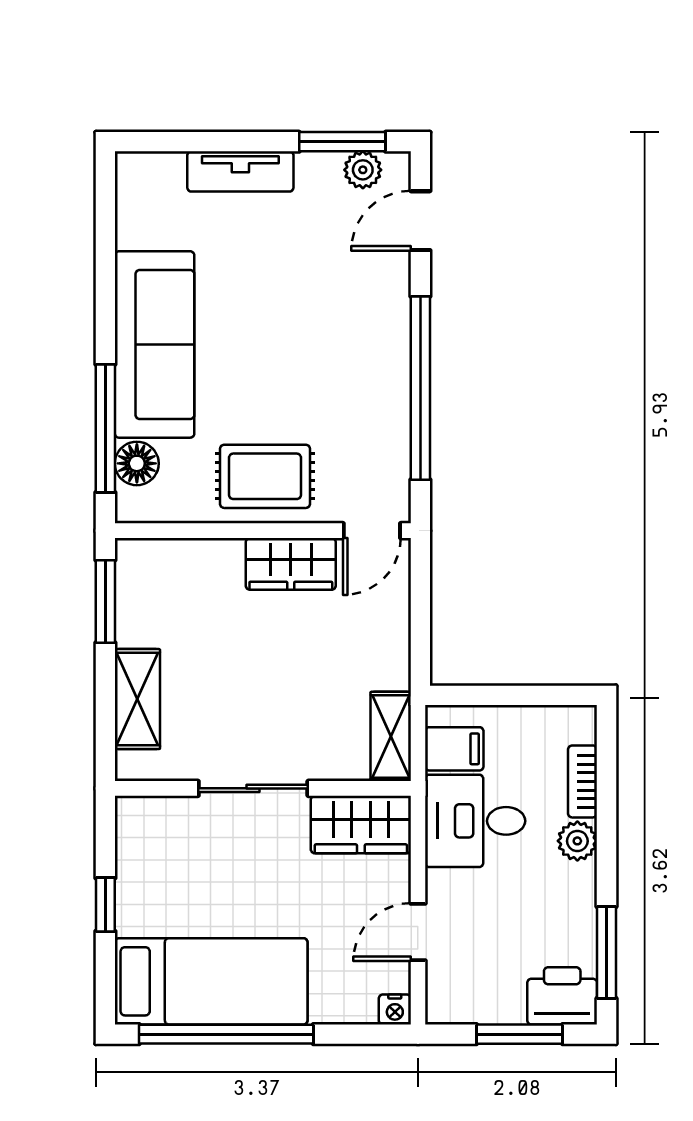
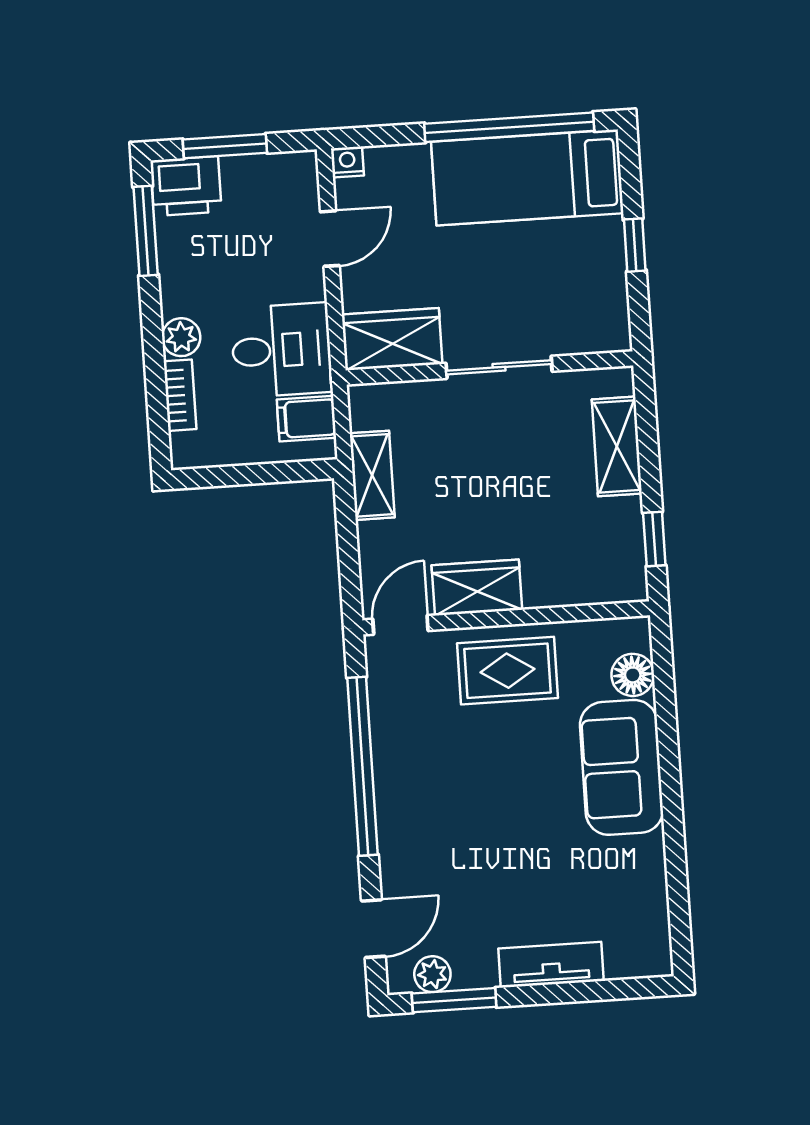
sofa: (155, 344) -> (622, 767), width x0.73
window: (105, 428) -> (665, 707), removed
window: (105, 601) -> (654, 539), width x0.67
shelving: (391, 736) -> (372, 475), moved

